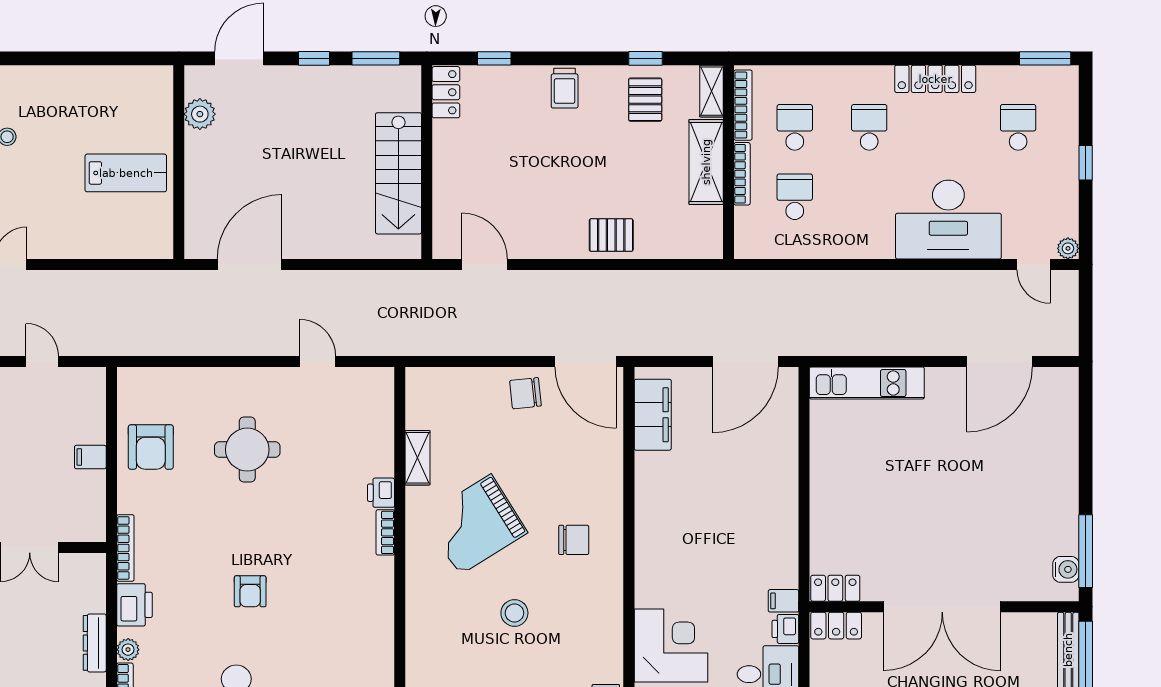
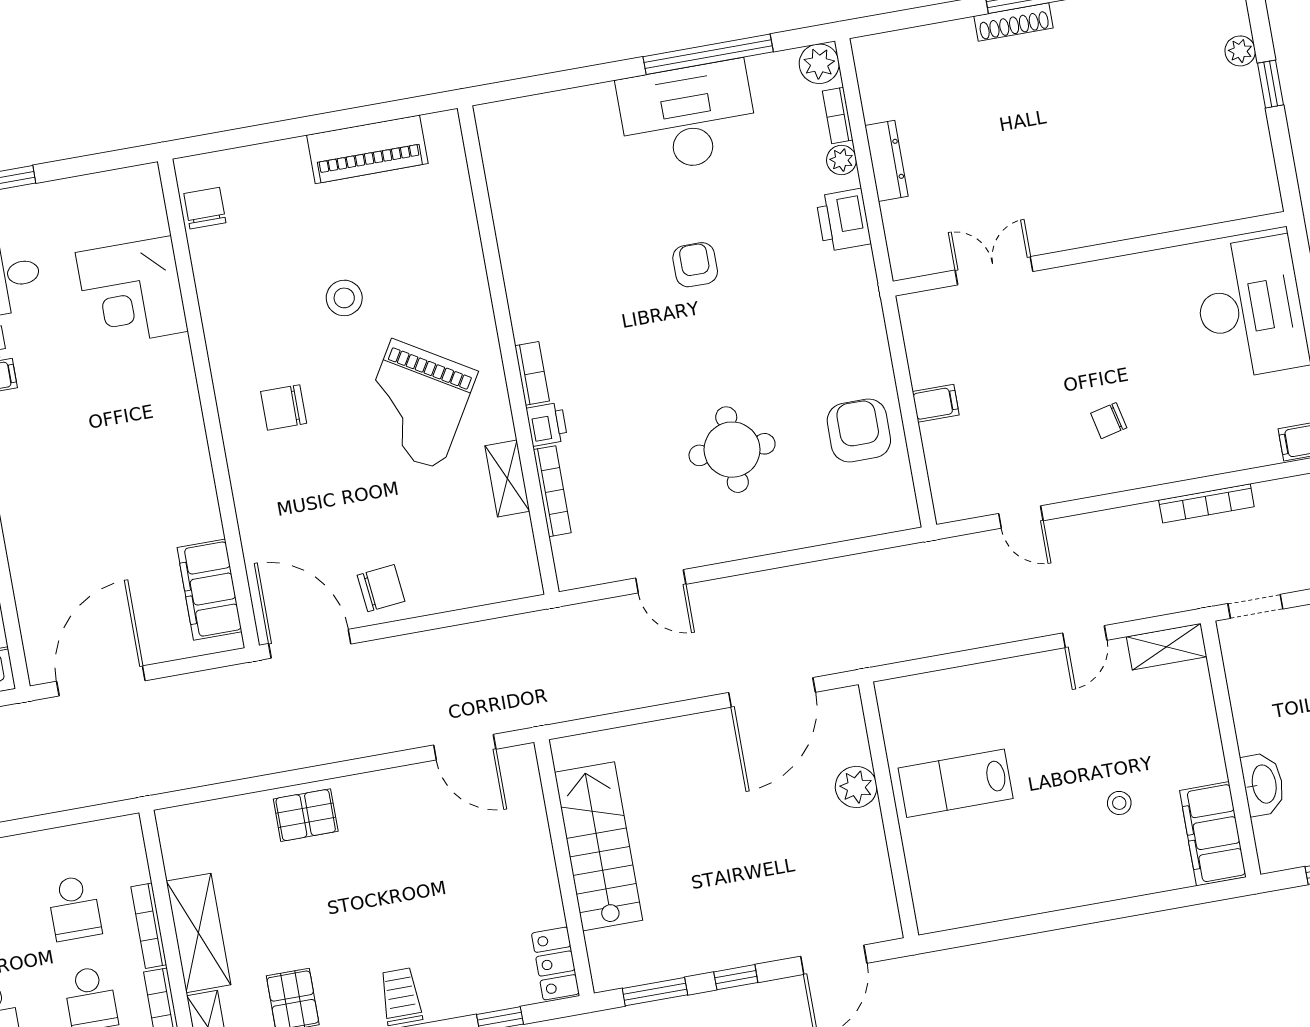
plant: (200, 114) -> (856, 787), moved
grand piano: (475, 525) -> (416, 405), turned 153
bookcase: (125, 548) -> (552, 491), moved, turned 180

